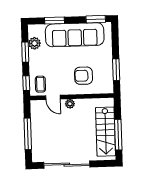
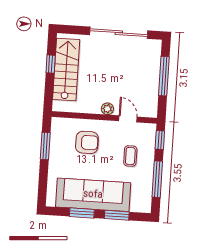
window: (96, 19) -> (82, 213), moved
plant: (34, 43) -> (145, 189), removed
window: (25, 52) -> (157, 179), width x1.44
coffee table: (40, 84) -> (130, 156), moved
window: (118, 135) -> (51, 64), width x0.46

